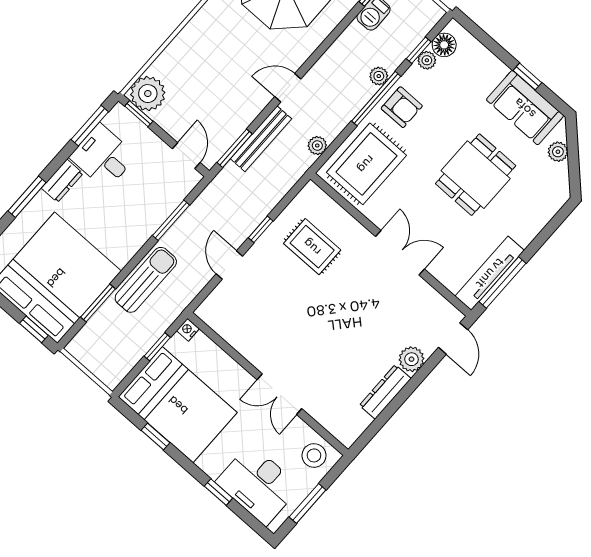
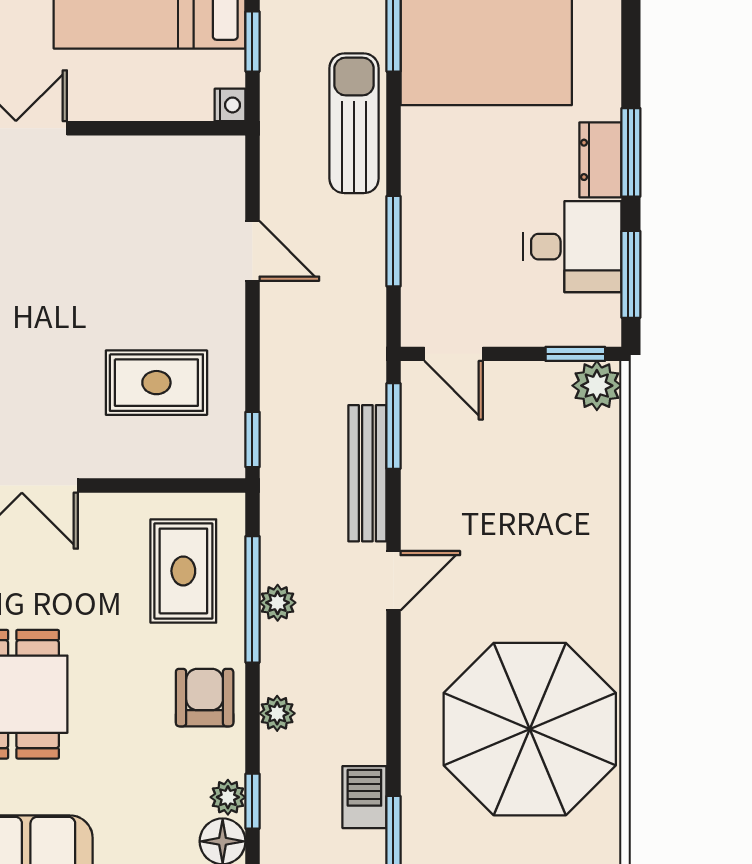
plant: (148, 94) -> (597, 386), width x0.73, depth x0.73
window: (376, 99) -> (252, 599), moved
armchair: (402, 107) -> (205, 698), turned 90
plant: (317, 146) -> (278, 603), moved
rug: (366, 164) -> (183, 571), width x0.73, depth x0.70
window: (27, 197) -> (631, 152), moved
window: (261, 229) -> (252, 439), moved
sun lounger: (146, 280) -> (354, 123), turned 180

